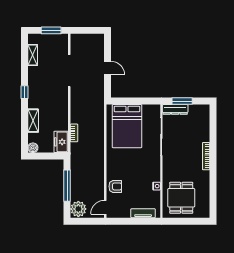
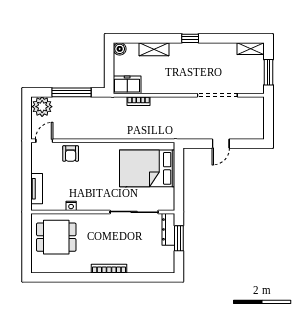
shelving: (33, 55) -> (251, 49), moved
door: (105, 207) -> (44, 141), hinge flipped

